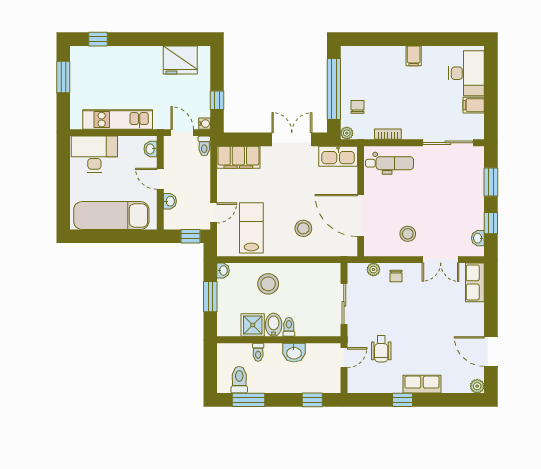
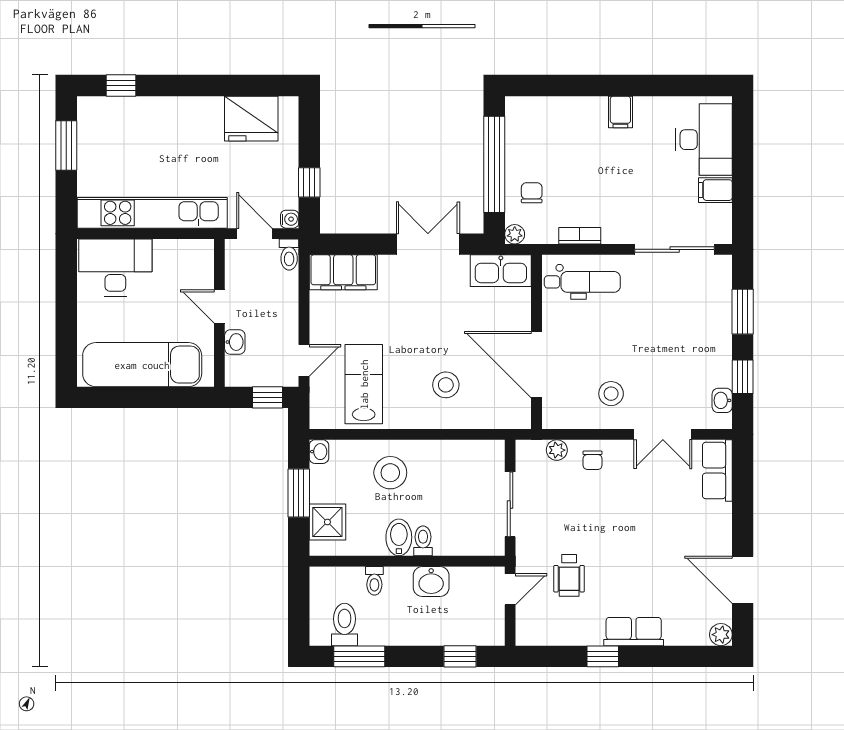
kitchen unit: (118, 120) -> (152, 213), width x1.36
washbasin: (150, 149) -> (204, 259), removed
shower: (253, 325) -> (327, 522), moved

